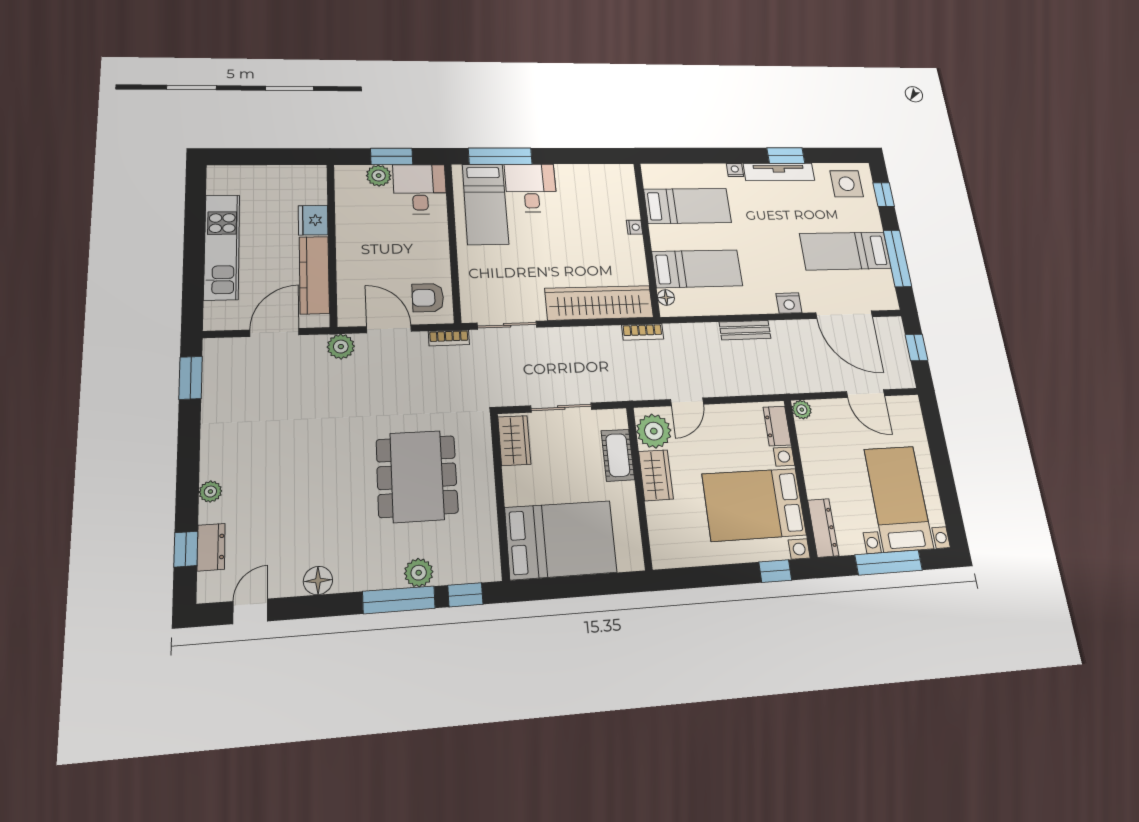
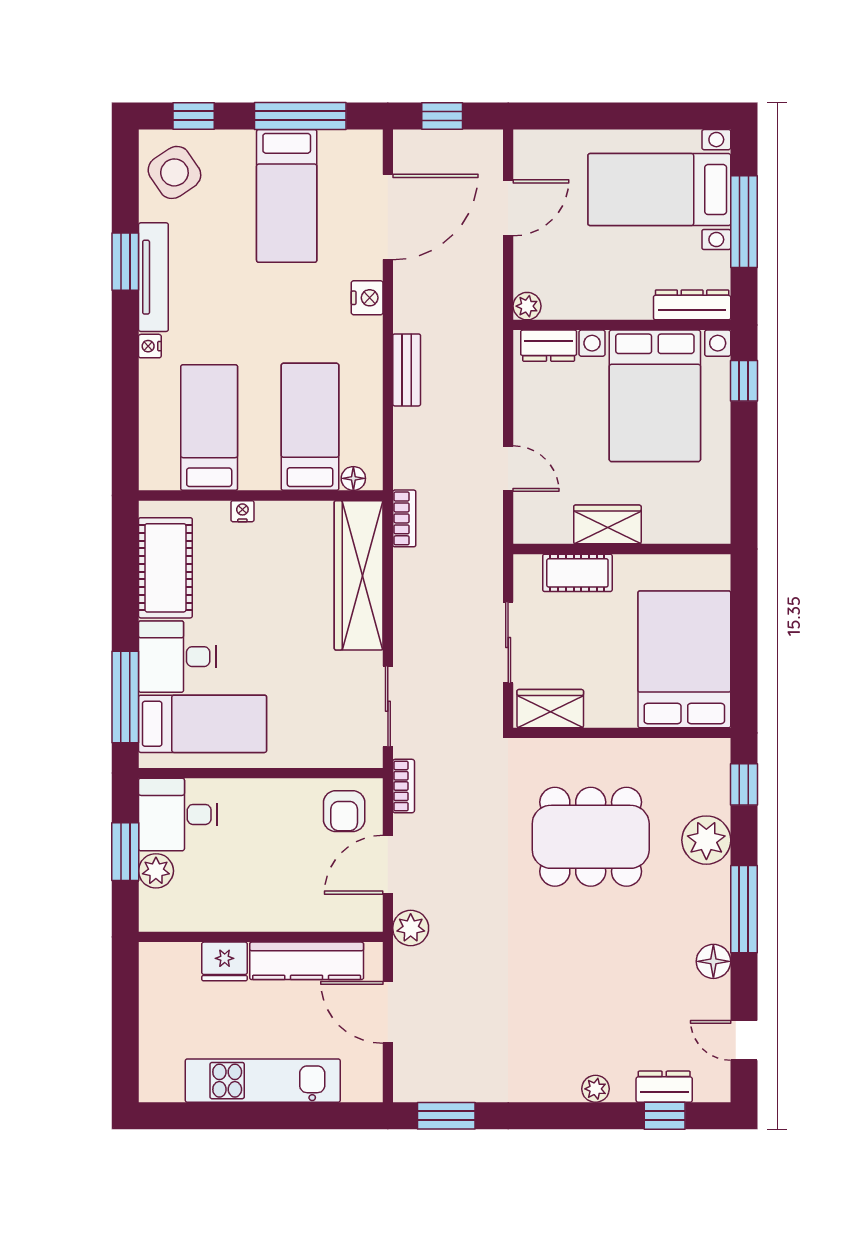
cot: (591, 180) -> (165, 568), added
side table: (847, 184) -> (174, 172), turned -34
plant: (654, 431) -> (547, 520), removed
plant: (419, 573) -> (706, 840), width x1.36, depth x1.36
window: (399, 600) -> (744, 909), moved

